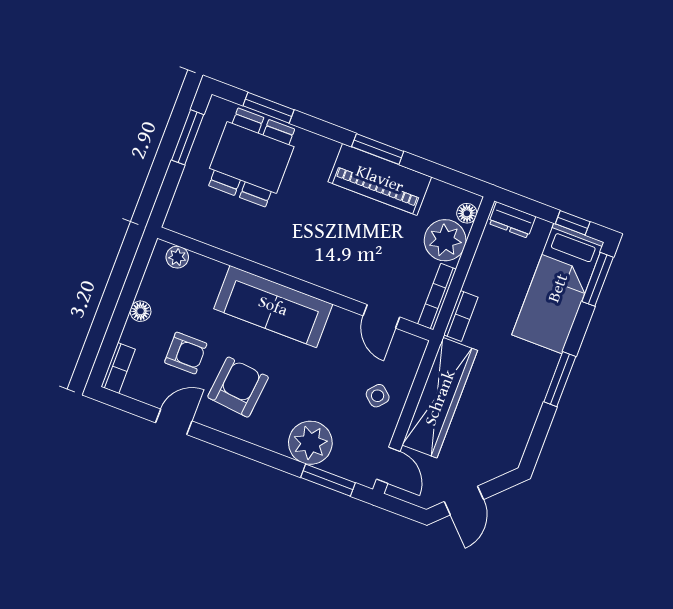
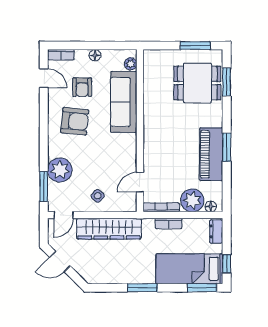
sofa: (273, 306) -> (124, 102), moved
bookcase: (461, 316) -> (168, 224), moved
door: (174, 422) -> (44, 78), moved

